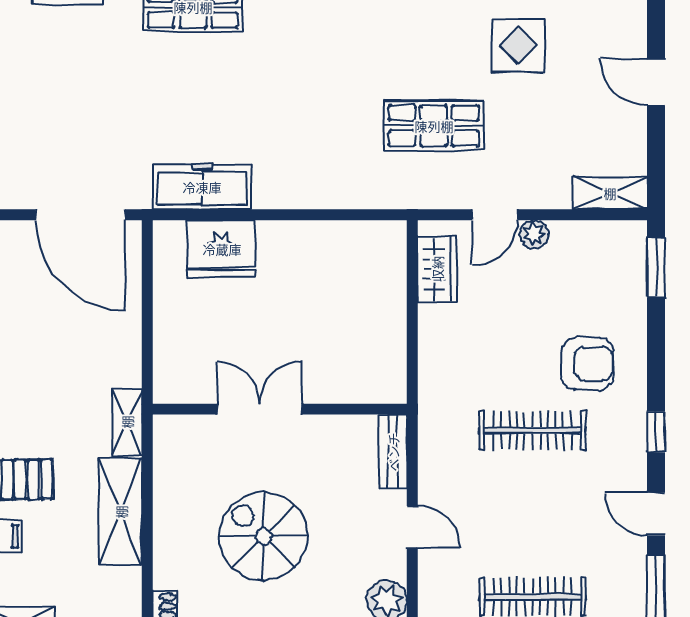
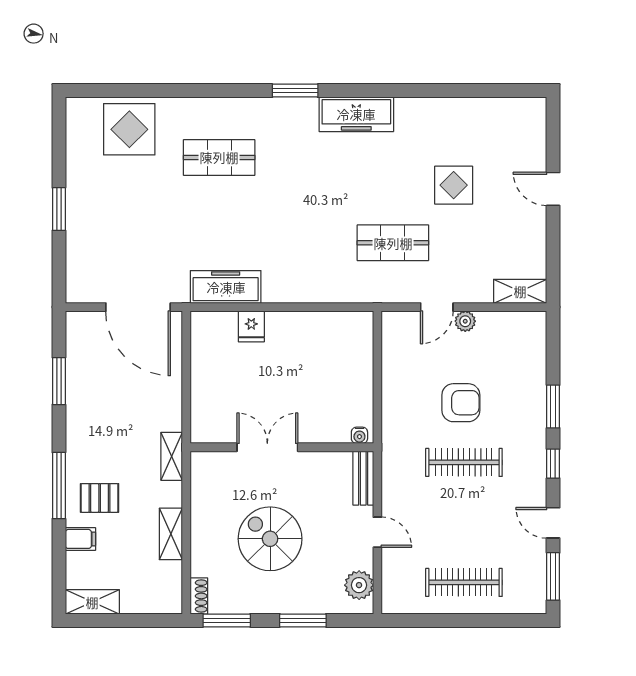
door: (656, 82) -> (553, 189), moved
fridge: (222, 249) -> (251, 326), width x0.53, depth x0.75
window: (656, 268) -> (553, 406), moved
wardrobe: (437, 269) -> (395, 346), removed
armchair: (587, 364) -> (461, 403), moved
water cooler: (387, 393) -> (359, 435), added
shelving: (121, 512) -> (171, 534), width x0.67, depth x0.75

